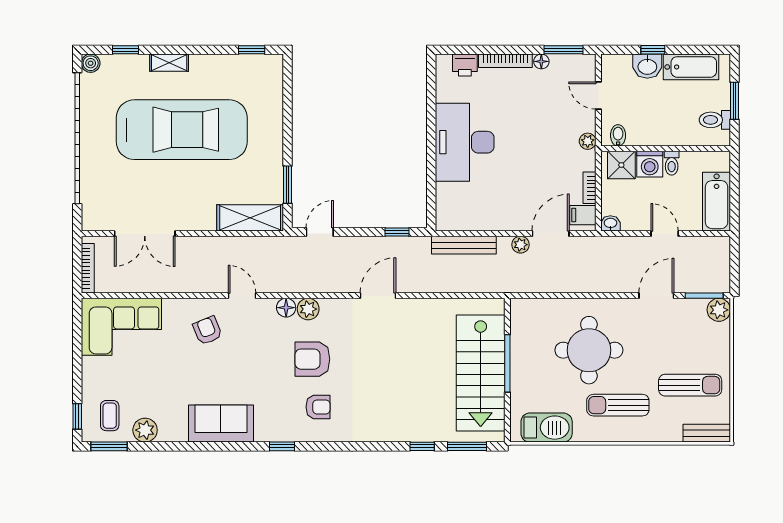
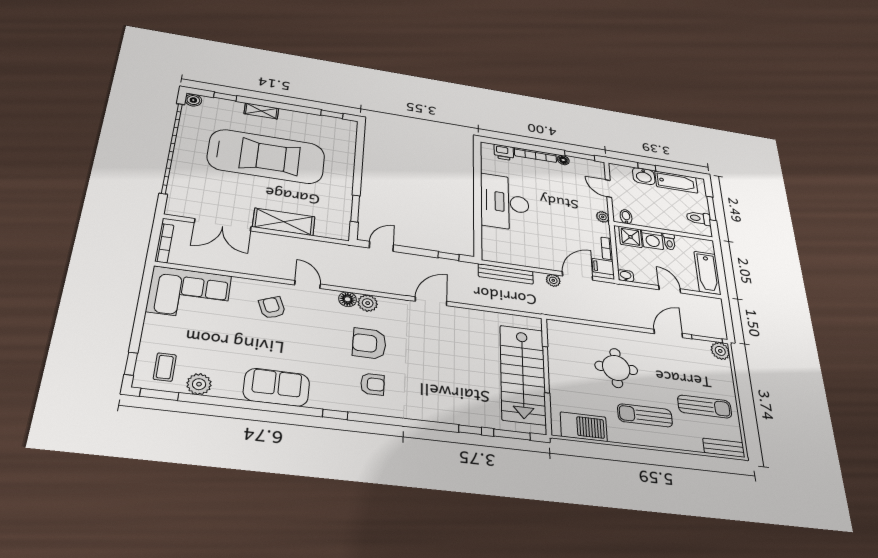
shelving: (250, 218) -> (284, 222), moved
round table: (589, 350) -> (616, 368), width x0.73, depth x0.73

